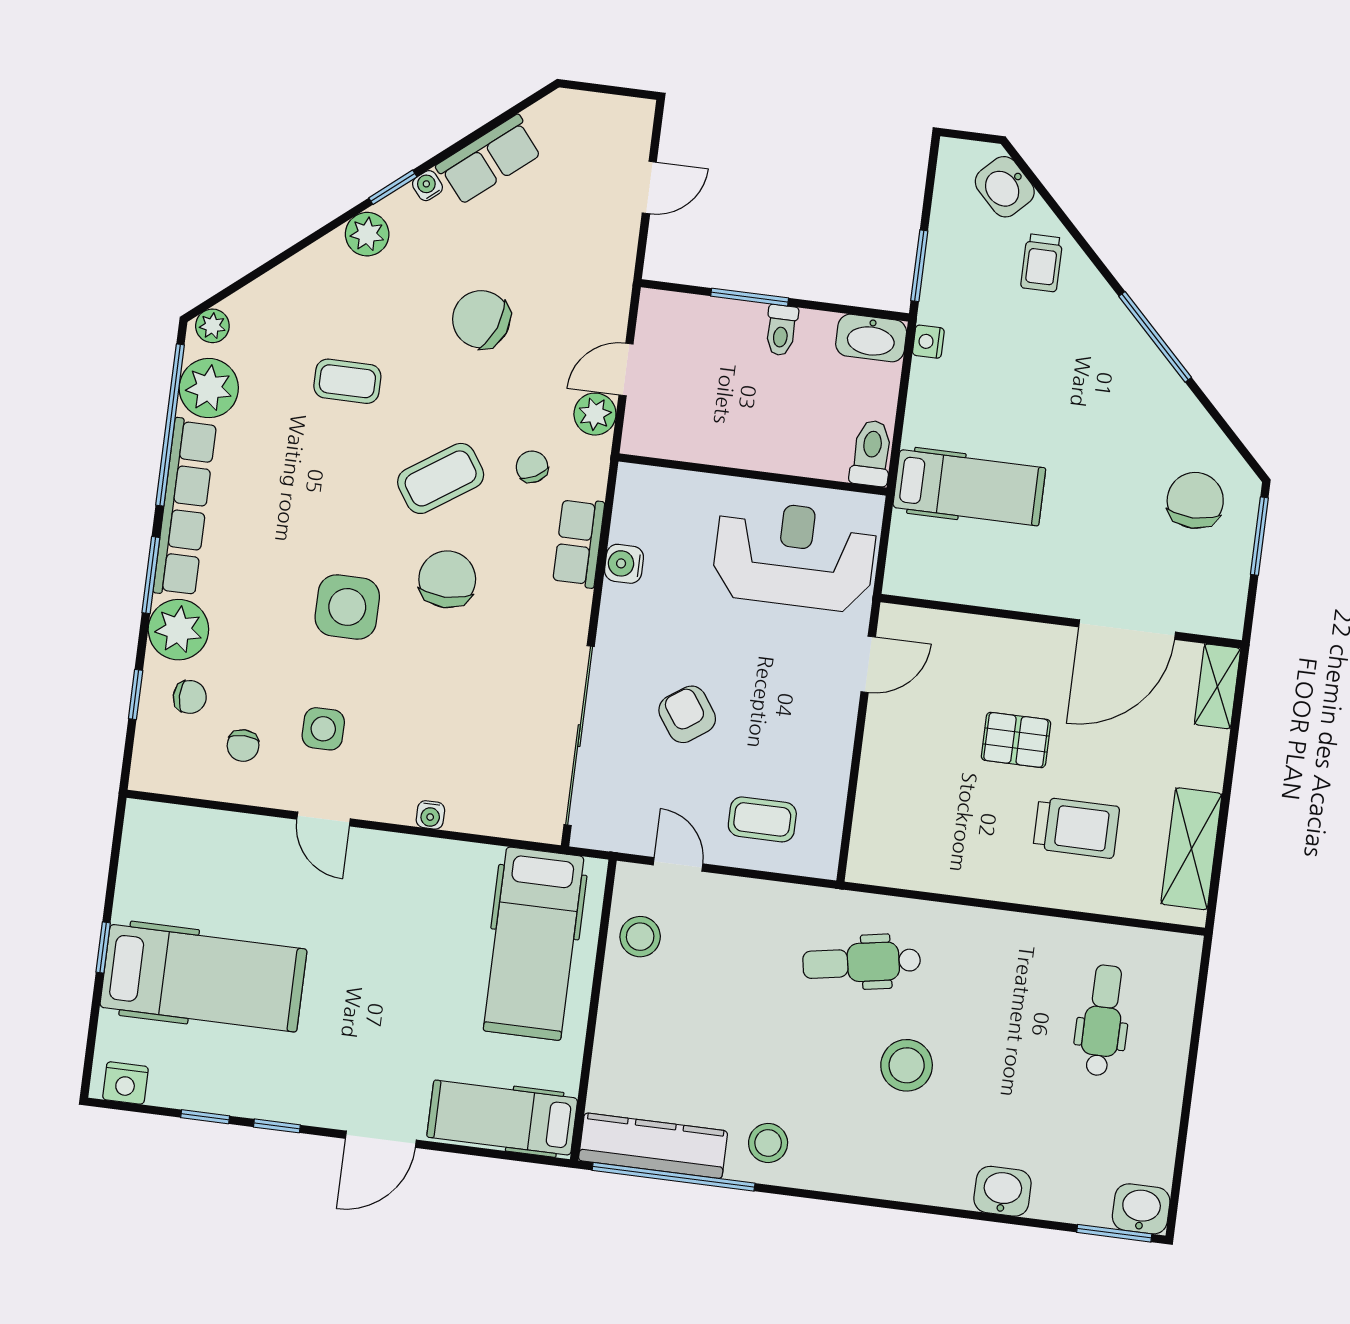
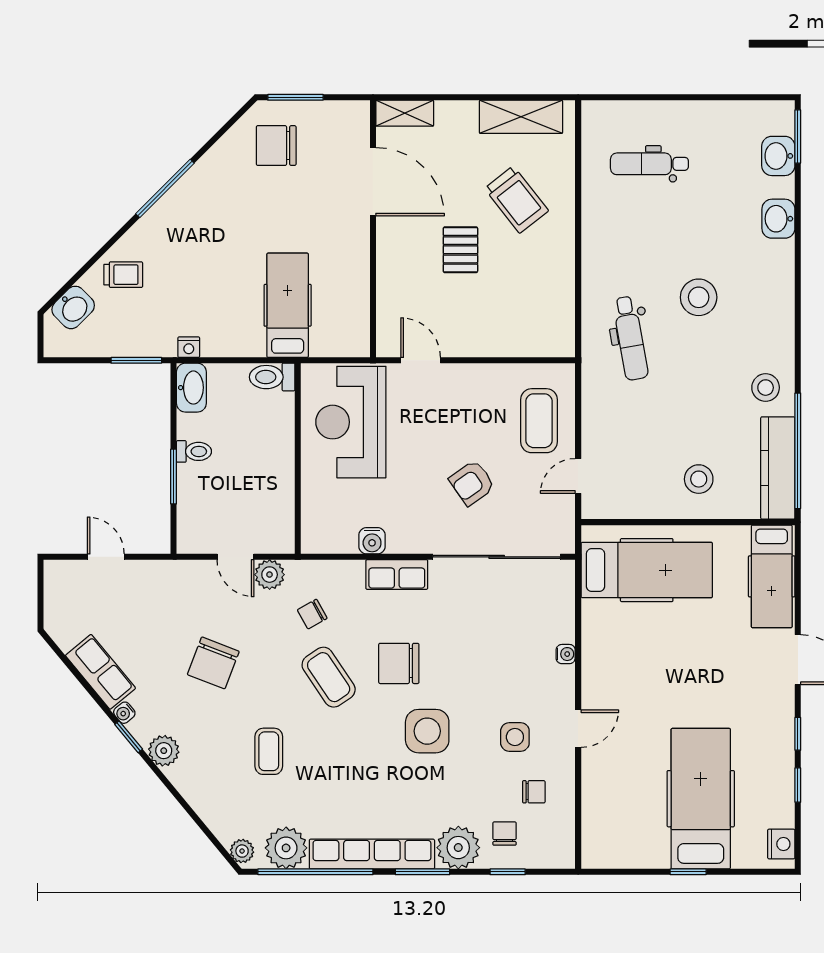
row of seats: (579, 543) -> (397, 574), moved
coffee table: (762, 819) -> (539, 421), width x1.36, depth x1.30
trolley: (1076, 828) -> (516, 200), turned 142
stool: (640, 937) -> (699, 479), moved
washbasin: (1141, 1209) -> (778, 156), moved

